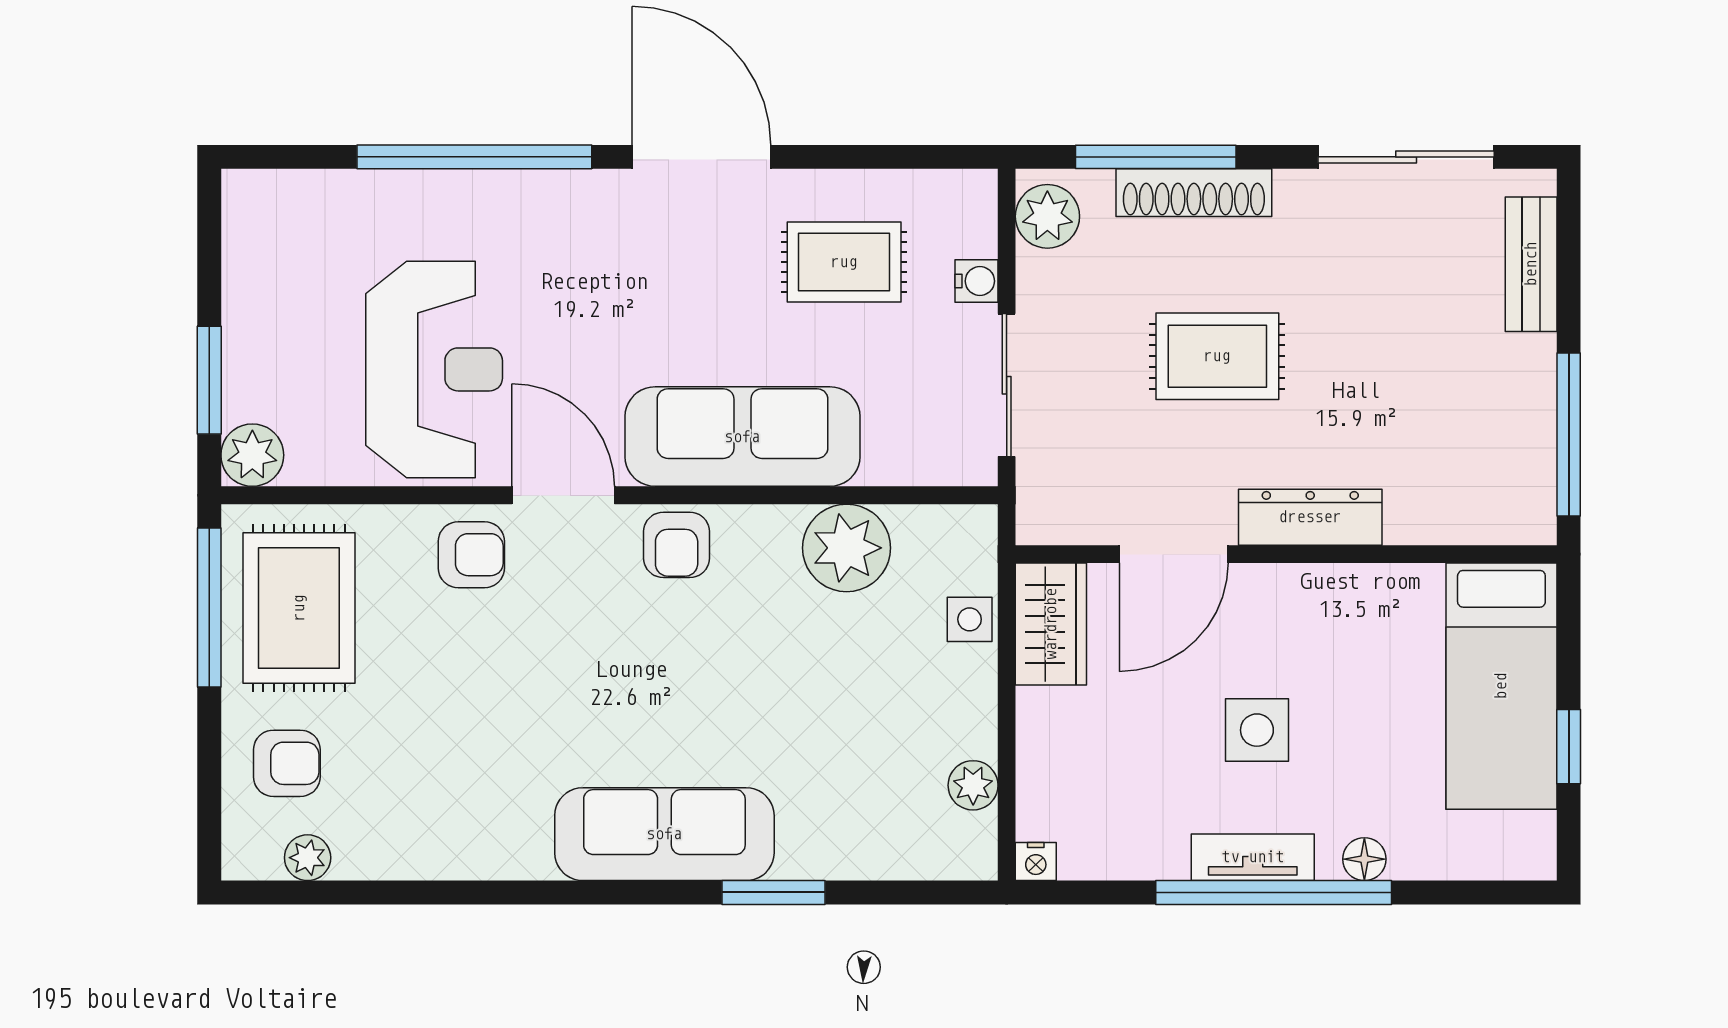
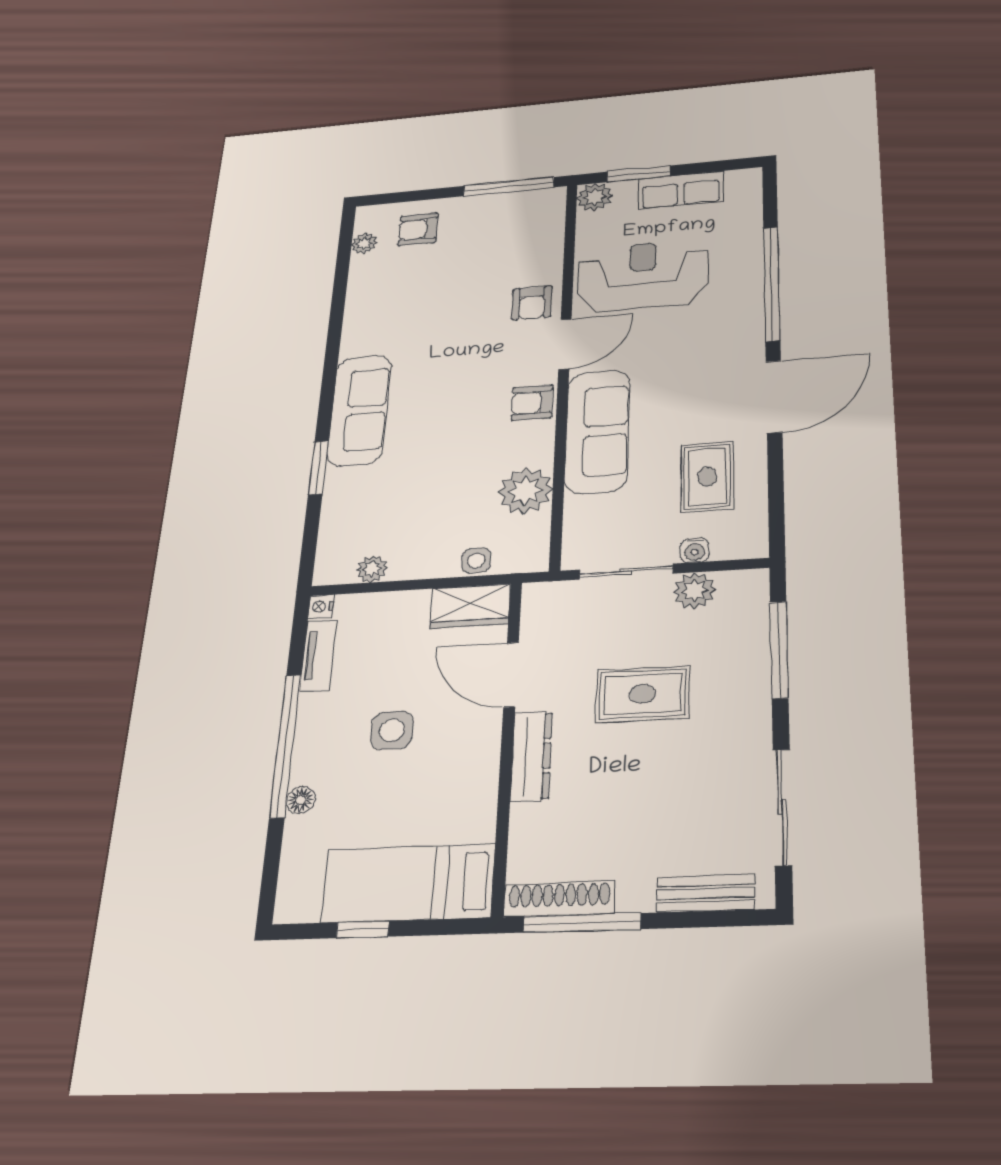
shoe rack: (1194, 193) -> (559, 899), moved, turned 90
plant: (1047, 216) -> (695, 591), moved
row of seats: (255, 307) -> (681, 190), added
rug: (1217, 356) -> (643, 694), turned 90
reception desk: (434, 369) -> (643, 276), turned 180
rug: (299, 608) -> (506, 226), removed
armchair: (287, 763) -> (418, 229), turned 90
tv unit: (1253, 857) -> (318, 655), moved

